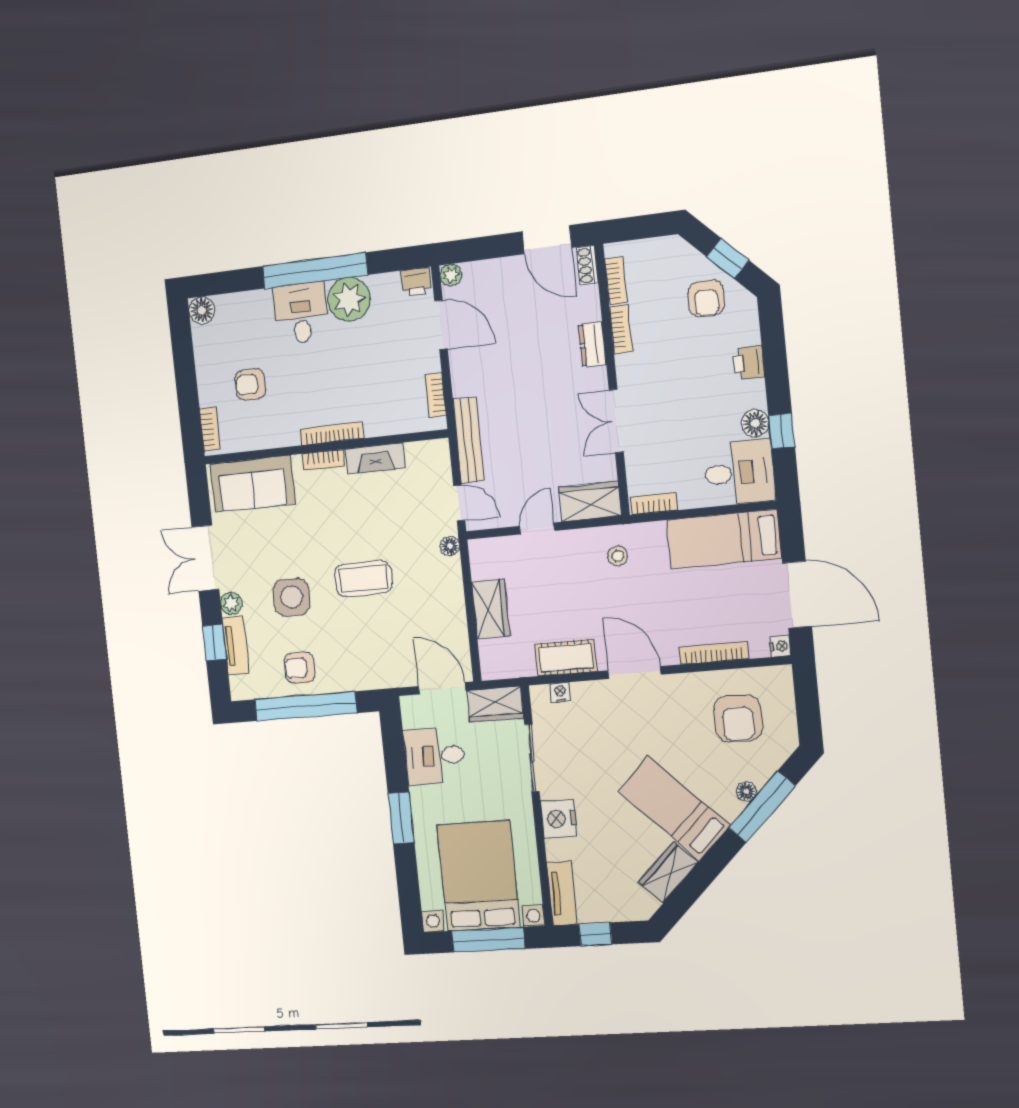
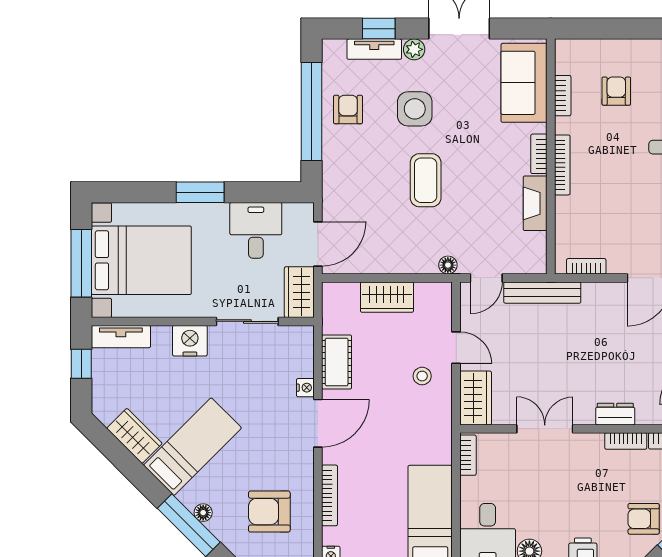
bookcase: (210, 429) -> (563, 96), moved, turned -90
stool: (618, 556) -> (422, 376), moved
nightstand: (560, 692) -> (305, 388), moved

